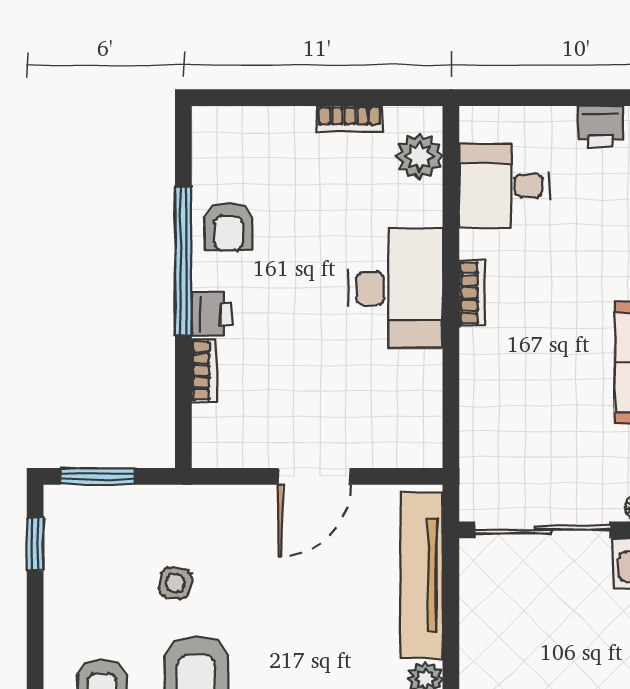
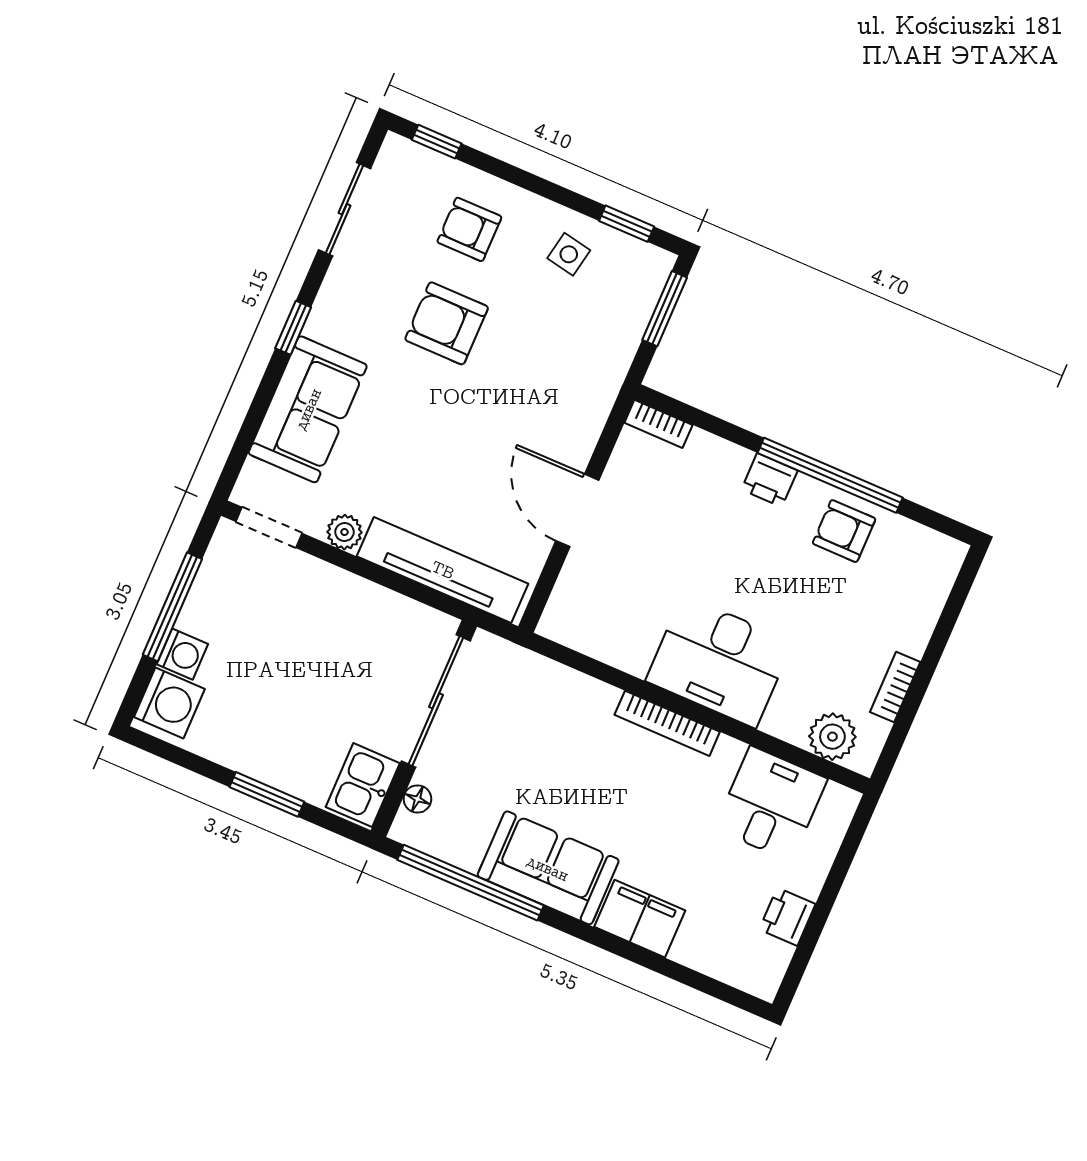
bookcase: (472, 293) -> (667, 723), width x1.56
bookcase: (204, 371) -> (658, 424), moved
side table: (175, 583) -> (569, 254), moved

